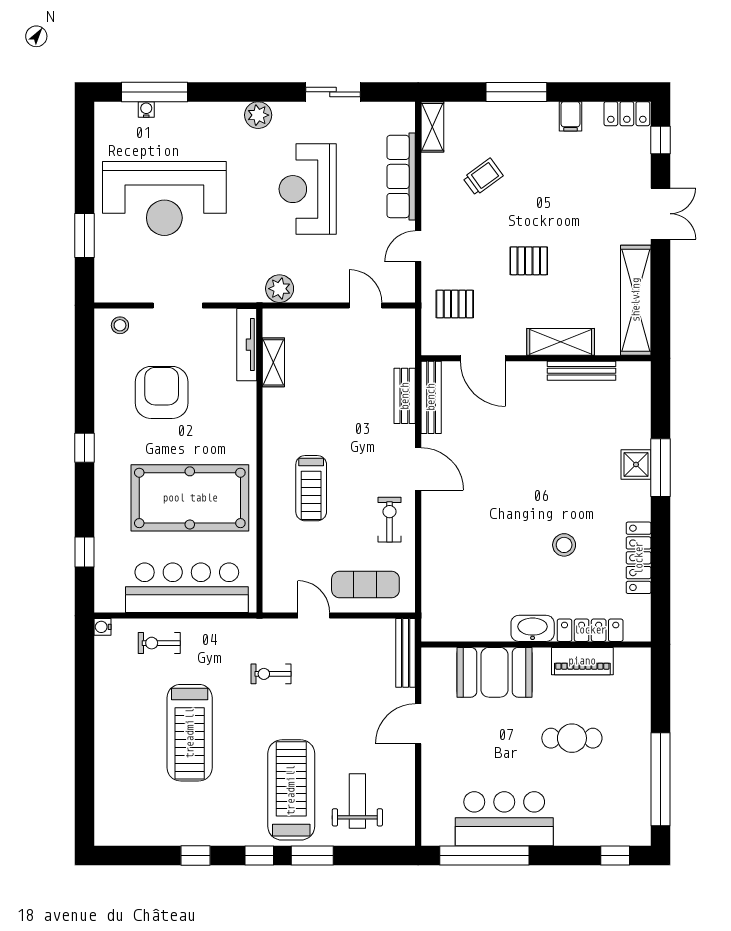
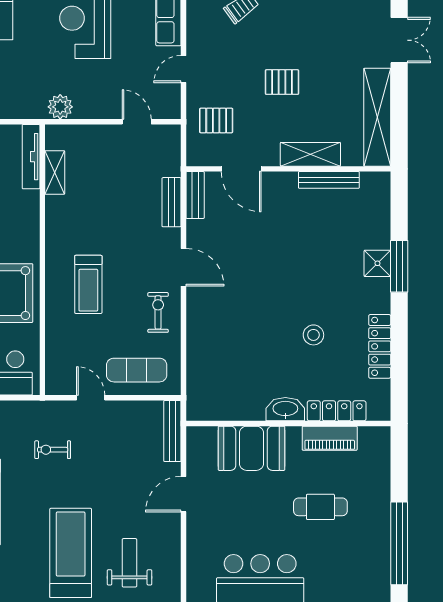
bench: (431, 397) -> (195, 195), width x0.73

